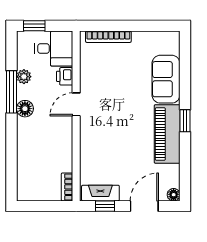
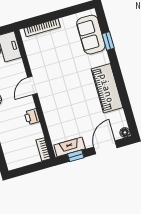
printer: (65, 76) -> (32, 117), moved
sofa: (166, 79) -> (91, 35), moved
window: (185, 121) -> (108, 41), moved

